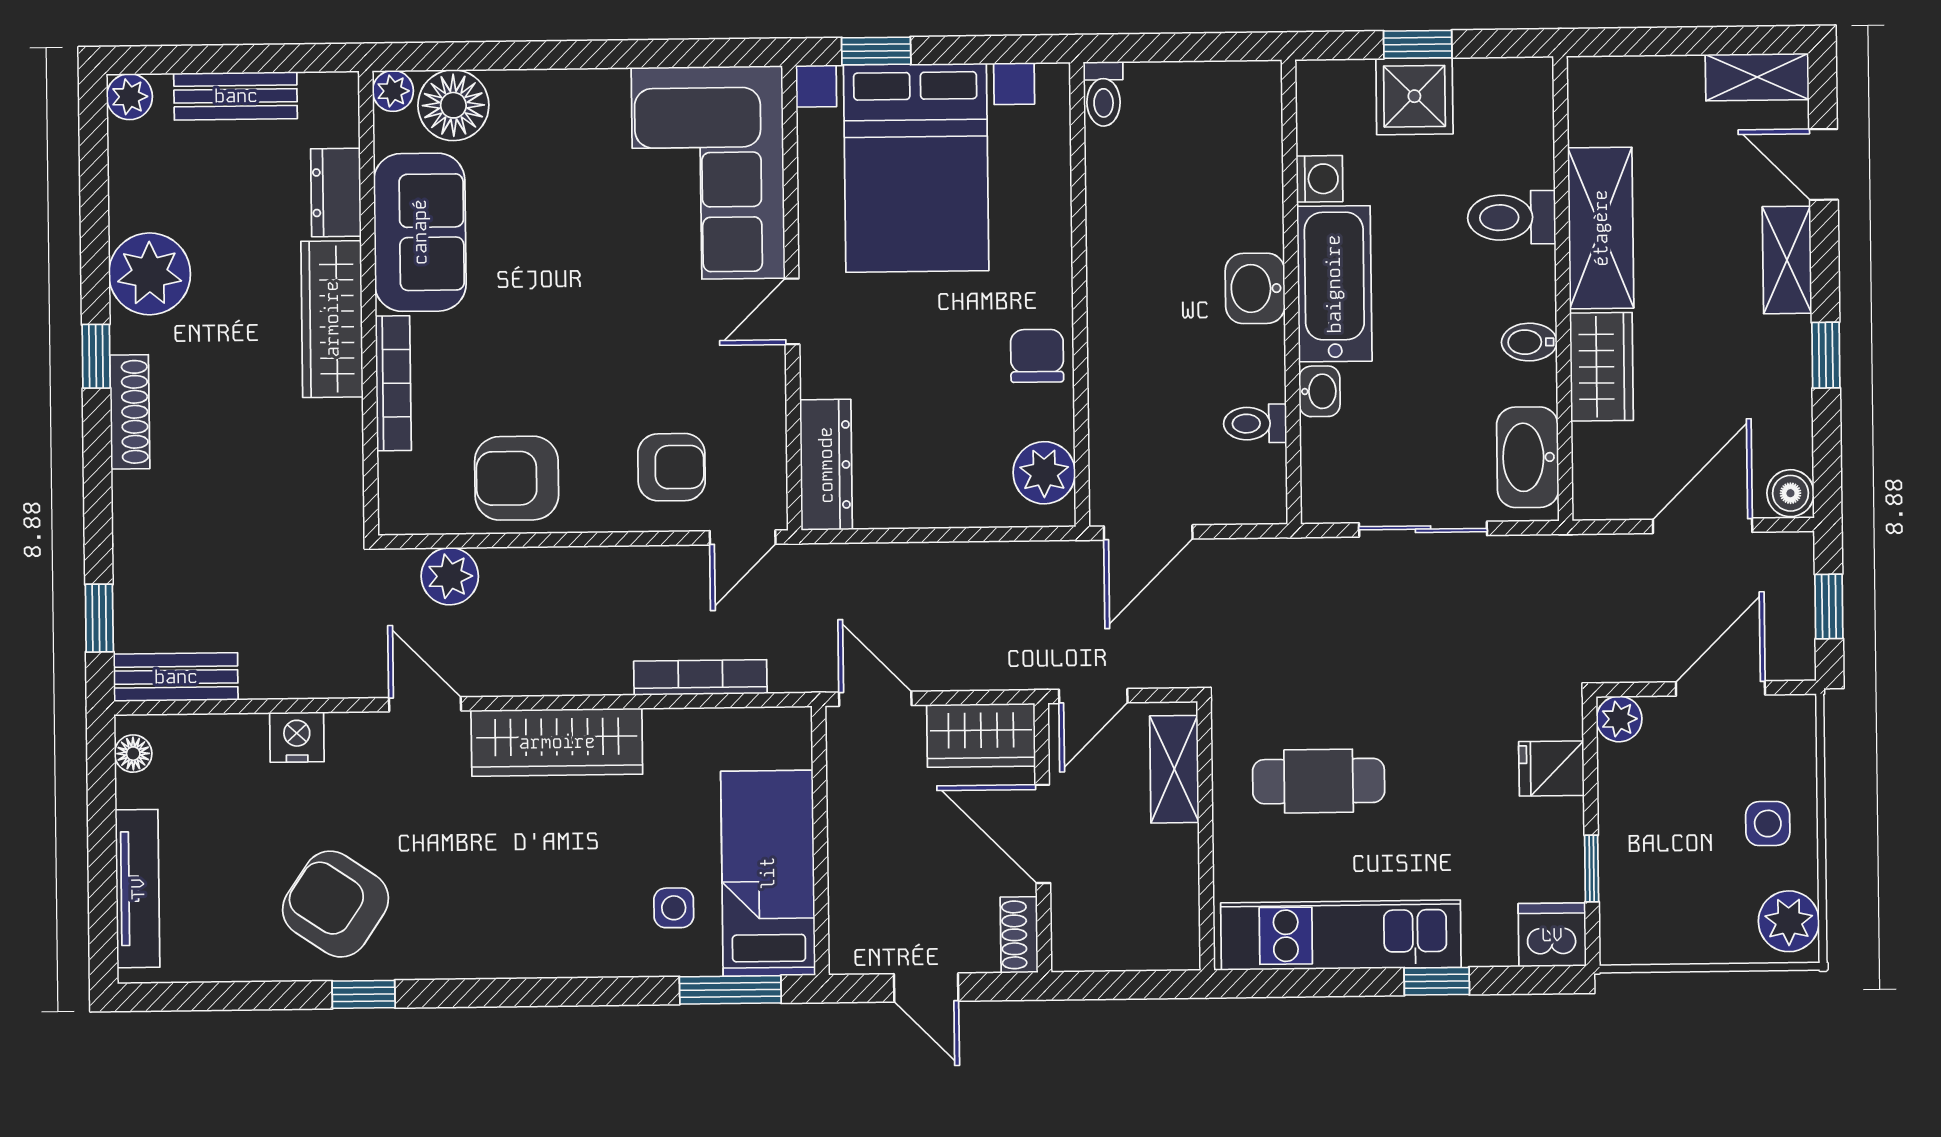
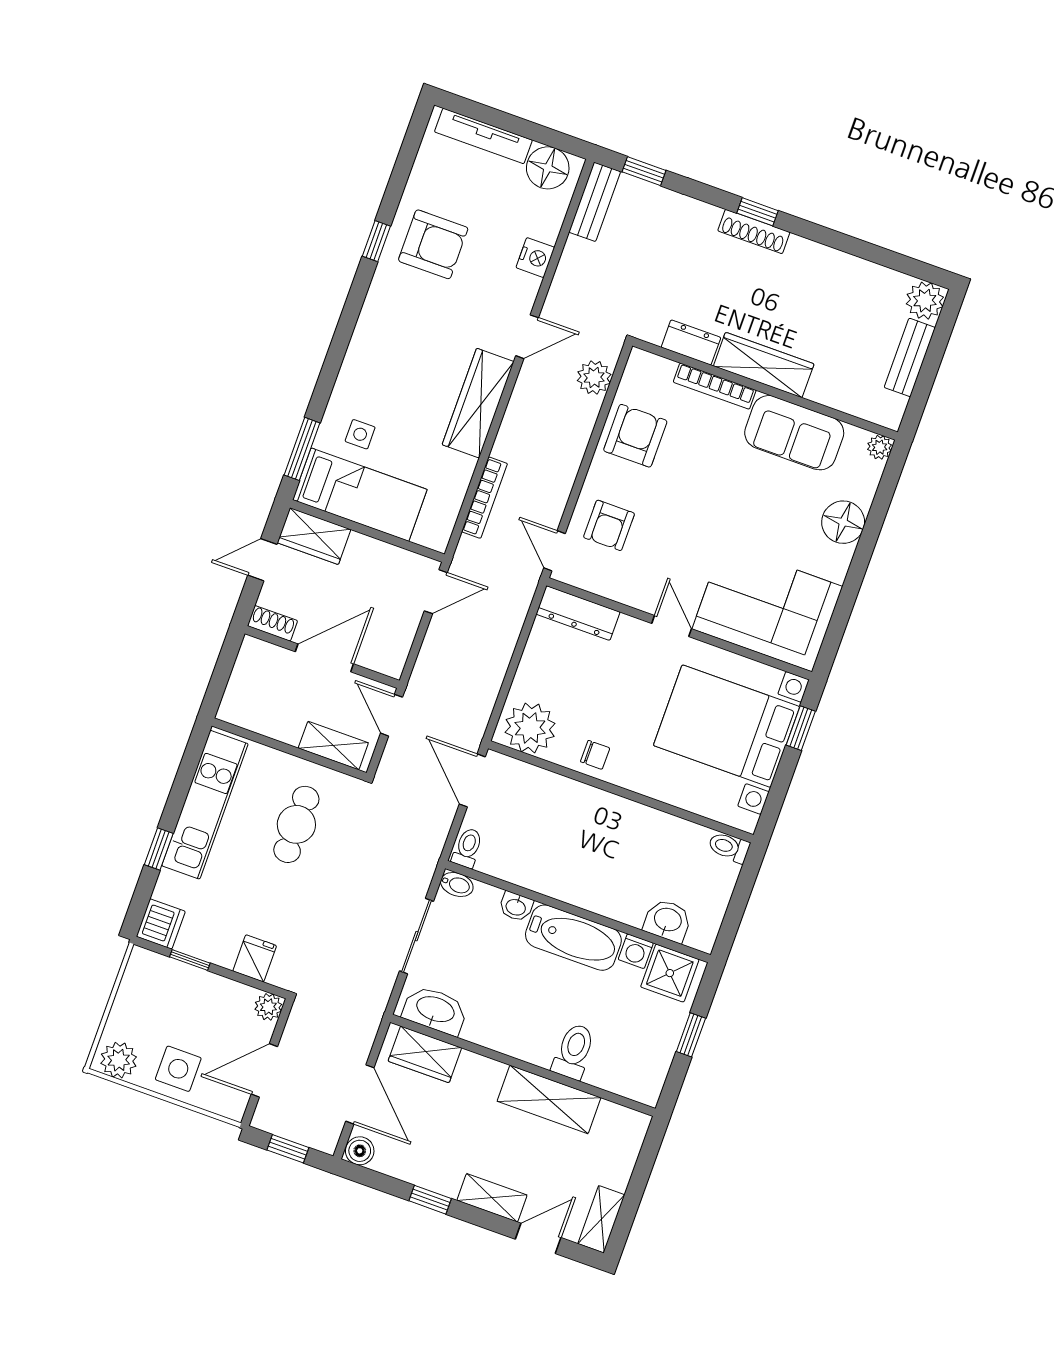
shower: (1414, 96) -> (670, 973), moved
plant: (129, 97) -> (925, 301), width x1.38, depth x1.38
floor lamp: (453, 105) -> (843, 522), moved
dresser: (336, 192) -> (691, 342), moved
plant: (150, 274) -> (827, 272), removed
washbasin: (1255, 288) -> (668, 921), moved
bidet: (1529, 342) -> (457, 884), moved, turned 90
window: (96, 356) -> (758, 212), moved
chair: (1037, 356) -> (595, 755), width x0.73, depth x0.73
wardrobe: (1602, 367) -> (425, 1054), moved
toilet: (1255, 423) -> (467, 848), moved
plant: (1044, 473) -> (530, 728), width x1.36, depth x1.36
door: (1720, 688) -> (264, 1070), swing flipped
wardrobe: (981, 735) -> (314, 536), moved, turned -90
floor lamp: (133, 754) -> (548, 168), width x1.89, depth x1.89
side table: (1768, 824) -> (178, 1069), width x1.37, depth x1.37
armchair: (336, 904) -> (433, 244), turned 56

